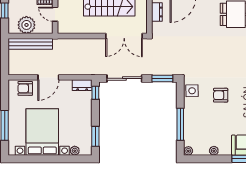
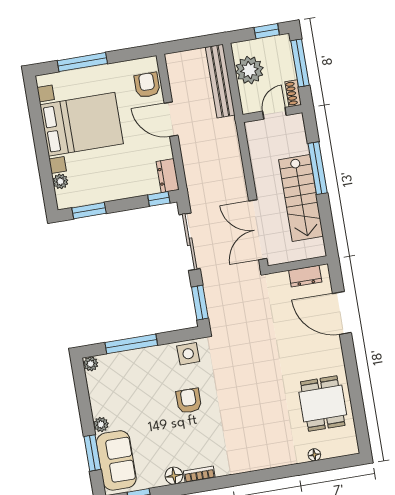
plant: (214, 151) -> (101, 424), moved

